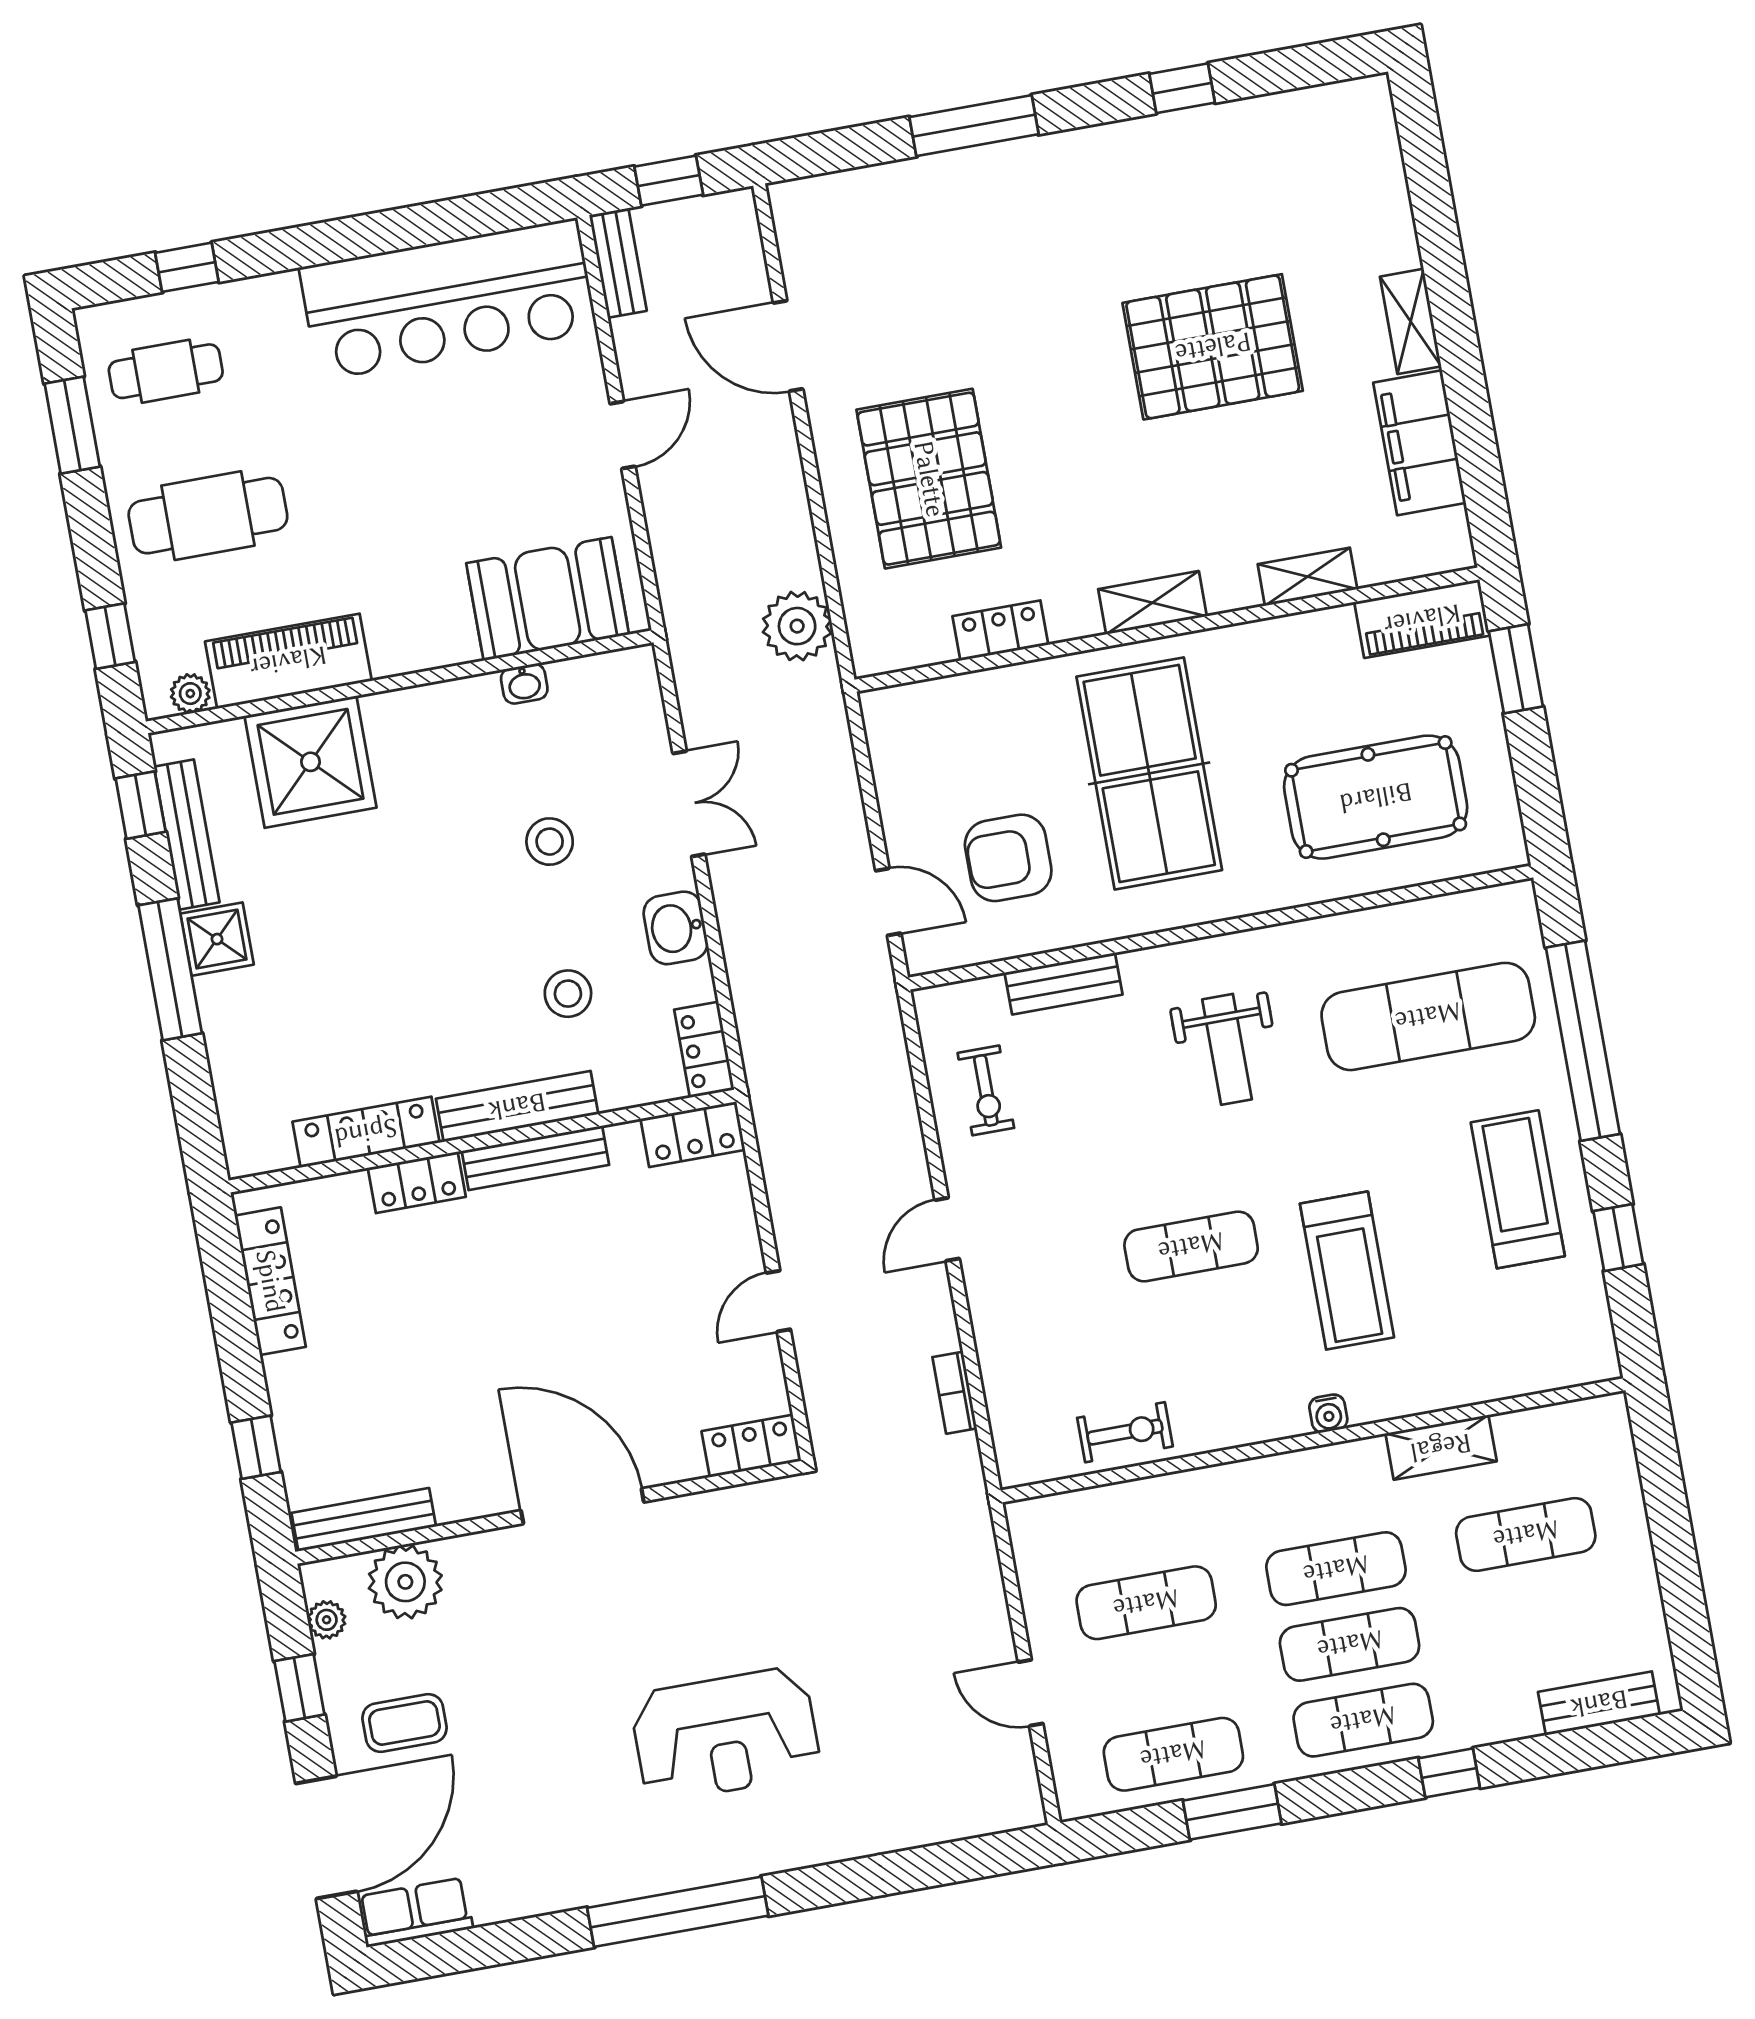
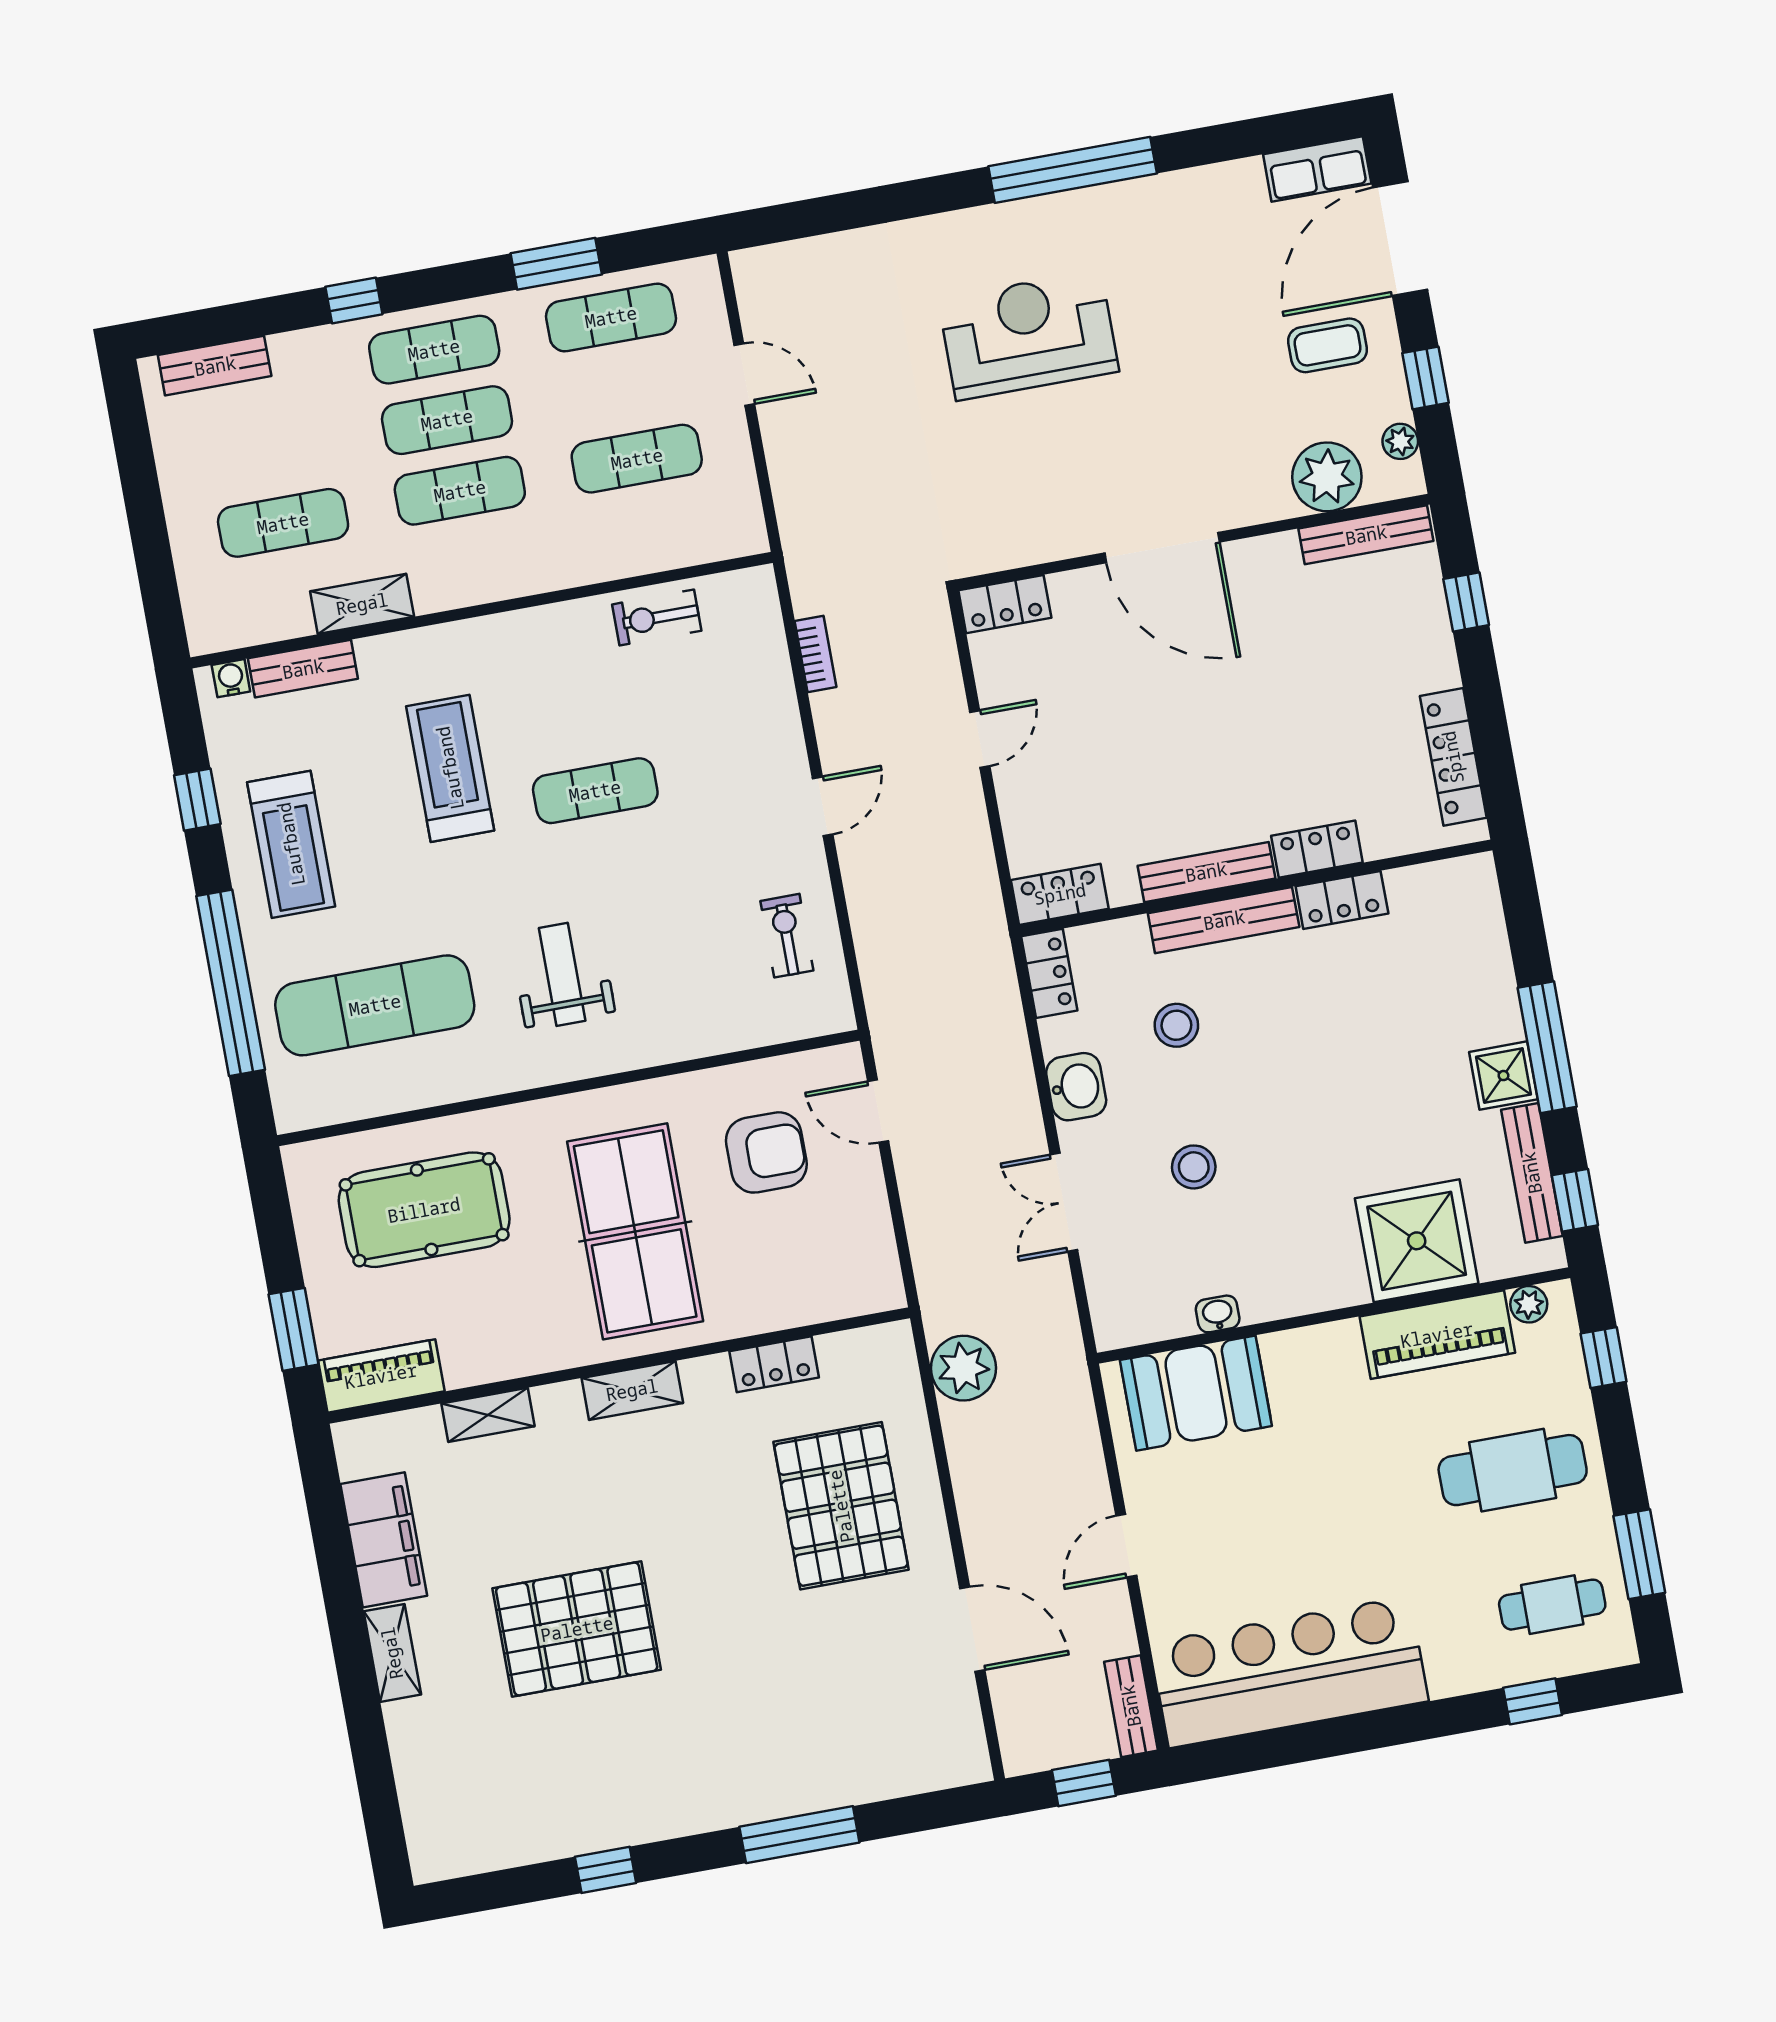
bench: (1063, 984) -> (303, 669), moved
locker: (366, 1132) -> (1342, 900), width x0.66
water cooler: (1328, 1413) -> (231, 678), moved

